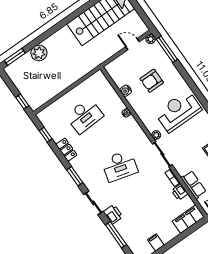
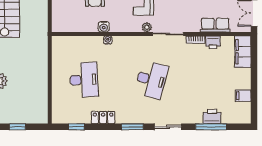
water cooler: (126, 91) -> (104, 27), moved
window: (22, 101) -> (18, 127), moved
printer: (113, 214) -> (212, 116), moved

